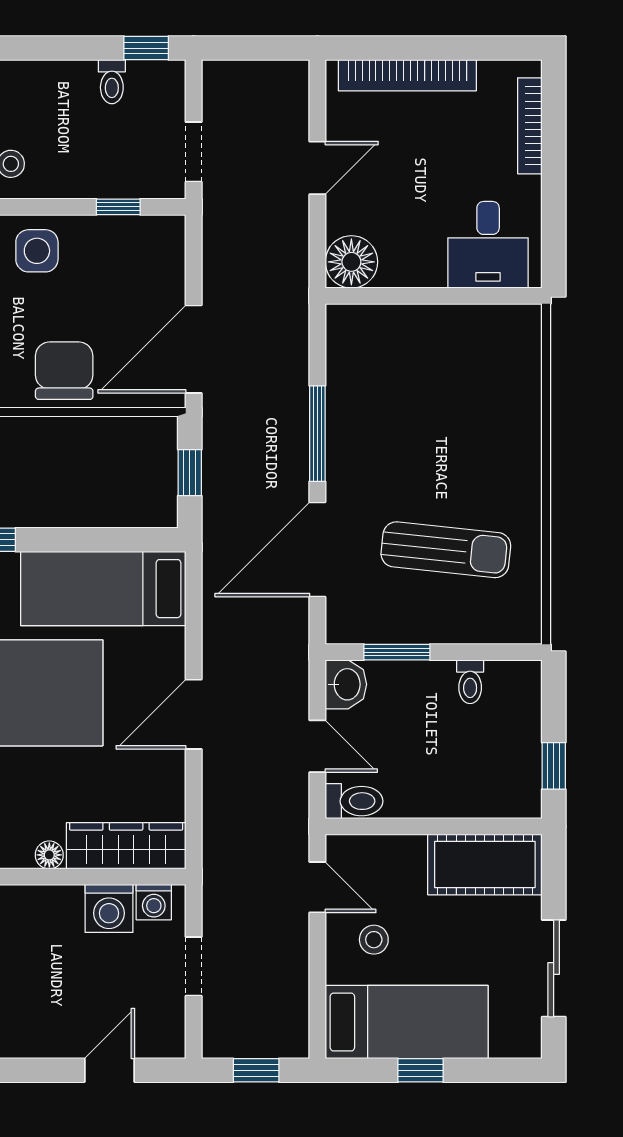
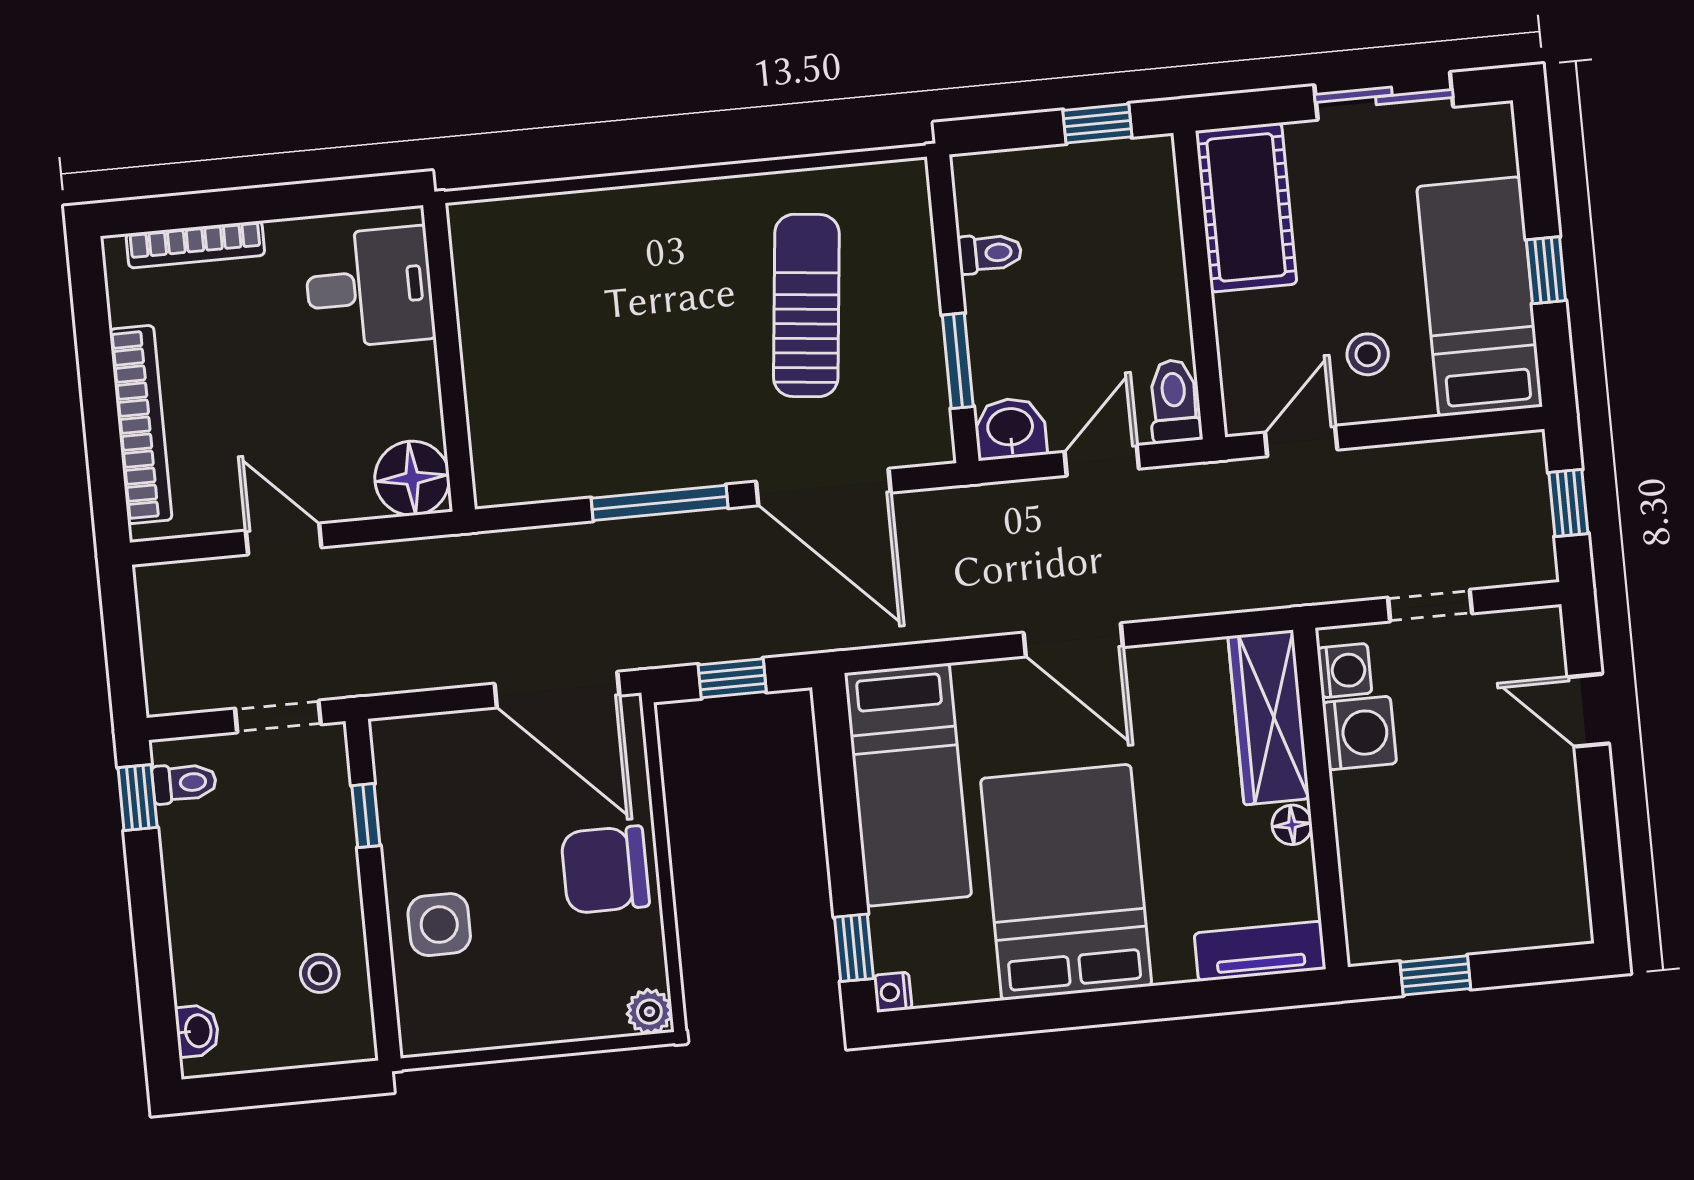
toilet: (112, 82) -> (184, 783), moved

